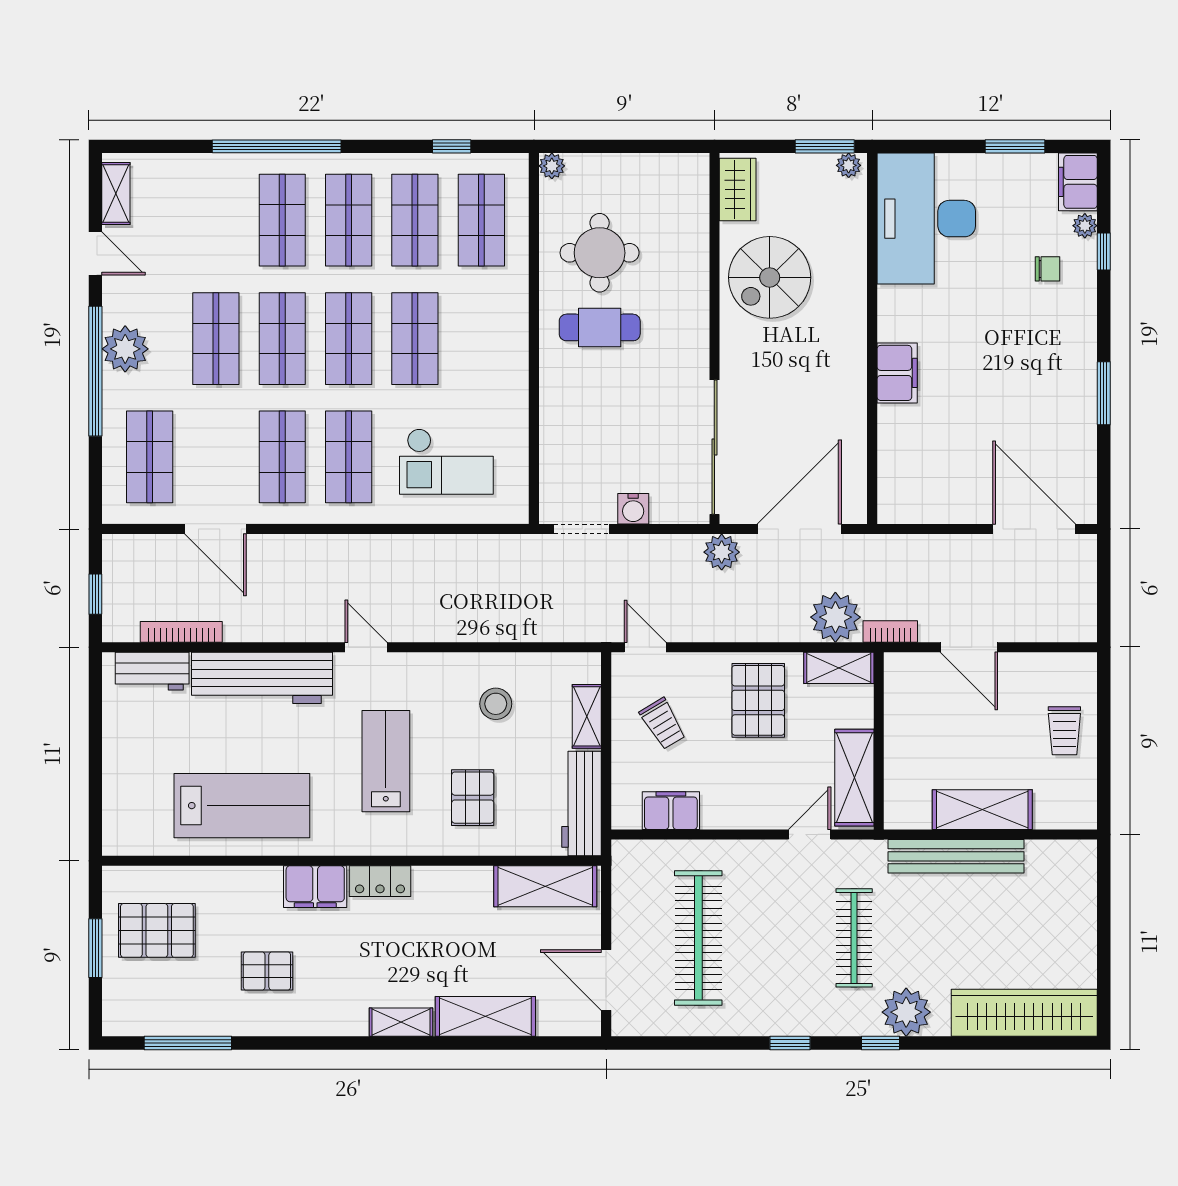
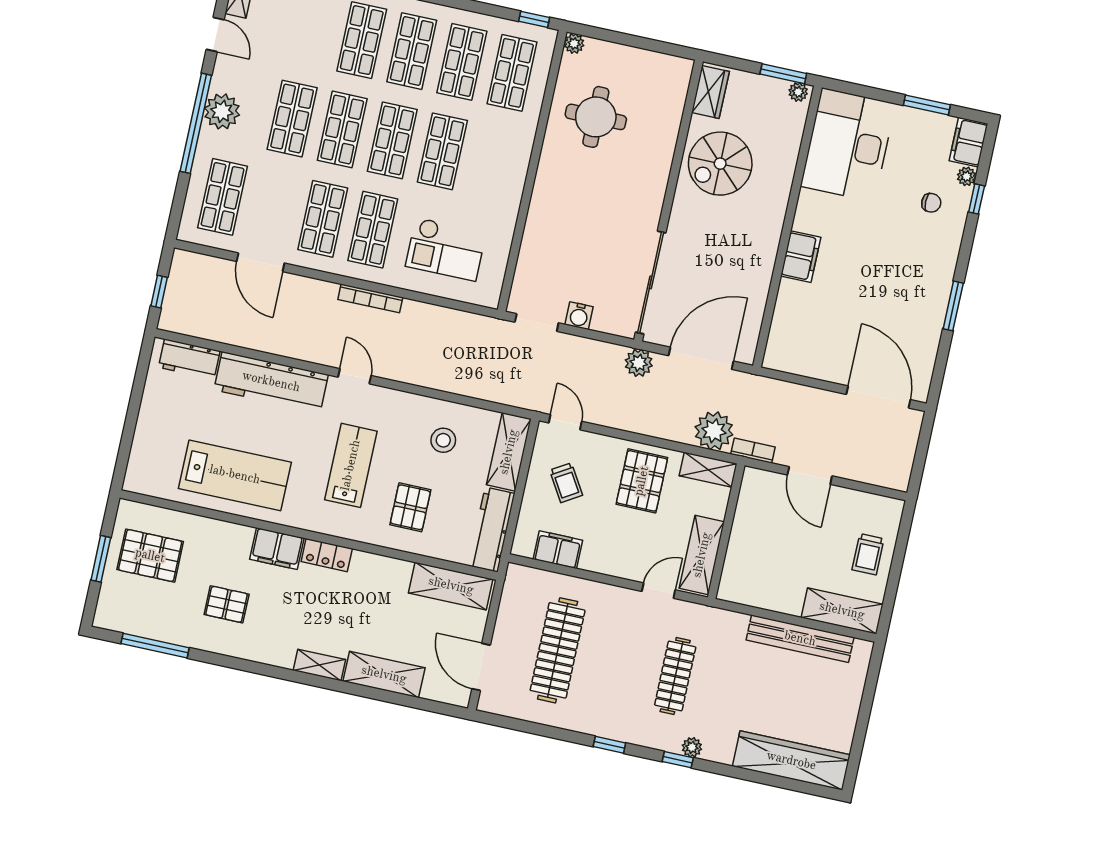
window: (452, 146) -> (534, 19), moved
cafe table: (600, 327) -> (584, 173), removed
bookcase: (181, 632) -> (370, 298), moved, turned 180
shelving: (587, 716) -> (509, 452), width x1.50, depth x1.33
shelving: (982, 810) -> (842, 611), moved
bench: (956, 856) -> (800, 639), moved
plant: (906, 1012) -> (692, 747), width x0.53, depth x0.53

